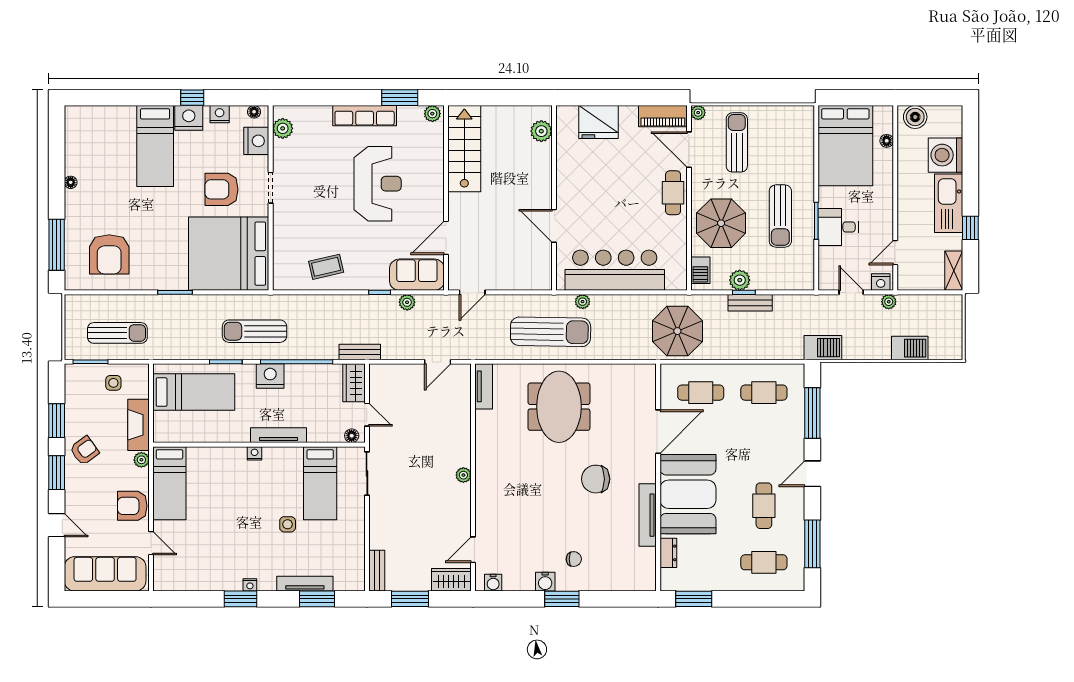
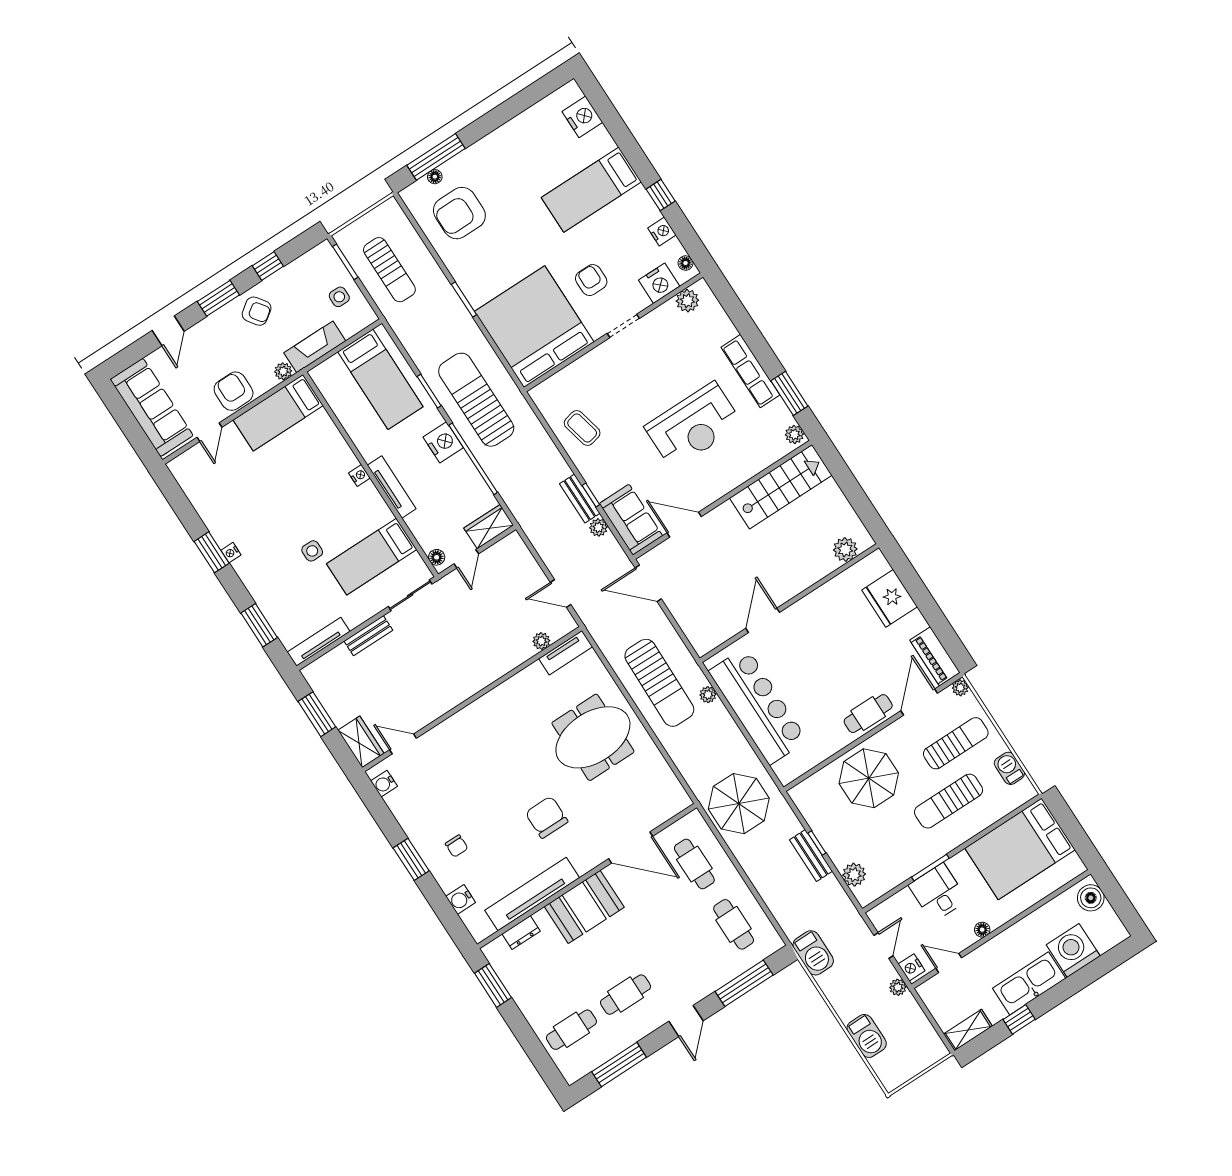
nightstand: (189, 118) -> (582, 117), moved
floor lamp: (887, 141) -> (982, 930), moved
floor lamp: (71, 182) -> (435, 177), moved
armchair: (221, 189) -> (591, 280), width x0.72, depth x0.72
sun lounger: (780, 216) -> (949, 801), moved
barbecue: (700, 270) -> (1009, 768), moved, turned 90
plant: (740, 280) -> (854, 875), moved
door: (472, 292) -> (648, 583), width x1.38
sun lounger: (255, 331) -> (476, 400), width x1.36, depth x1.34
bench: (360, 352) -> (580, 498), moved
window: (57, 421) -> (268, 266), width x0.67
door: (812, 474) -> (686, 1021), swing flipped
plant: (463, 475) -> (541, 641), moved
booth: (688, 494) -> (584, 907), width x0.73, depth x0.70
tv unit: (648, 515) -> (532, 894), width x1.36, depth x1.29
cafe table: (764, 562) -> (571, 1030), turned 90
bench: (377, 571) -> (368, 636), moved
water cooler: (545, 582) -> (461, 899), moved
tv unit: (305, 584) -> (319, 642), moved, turned -90

